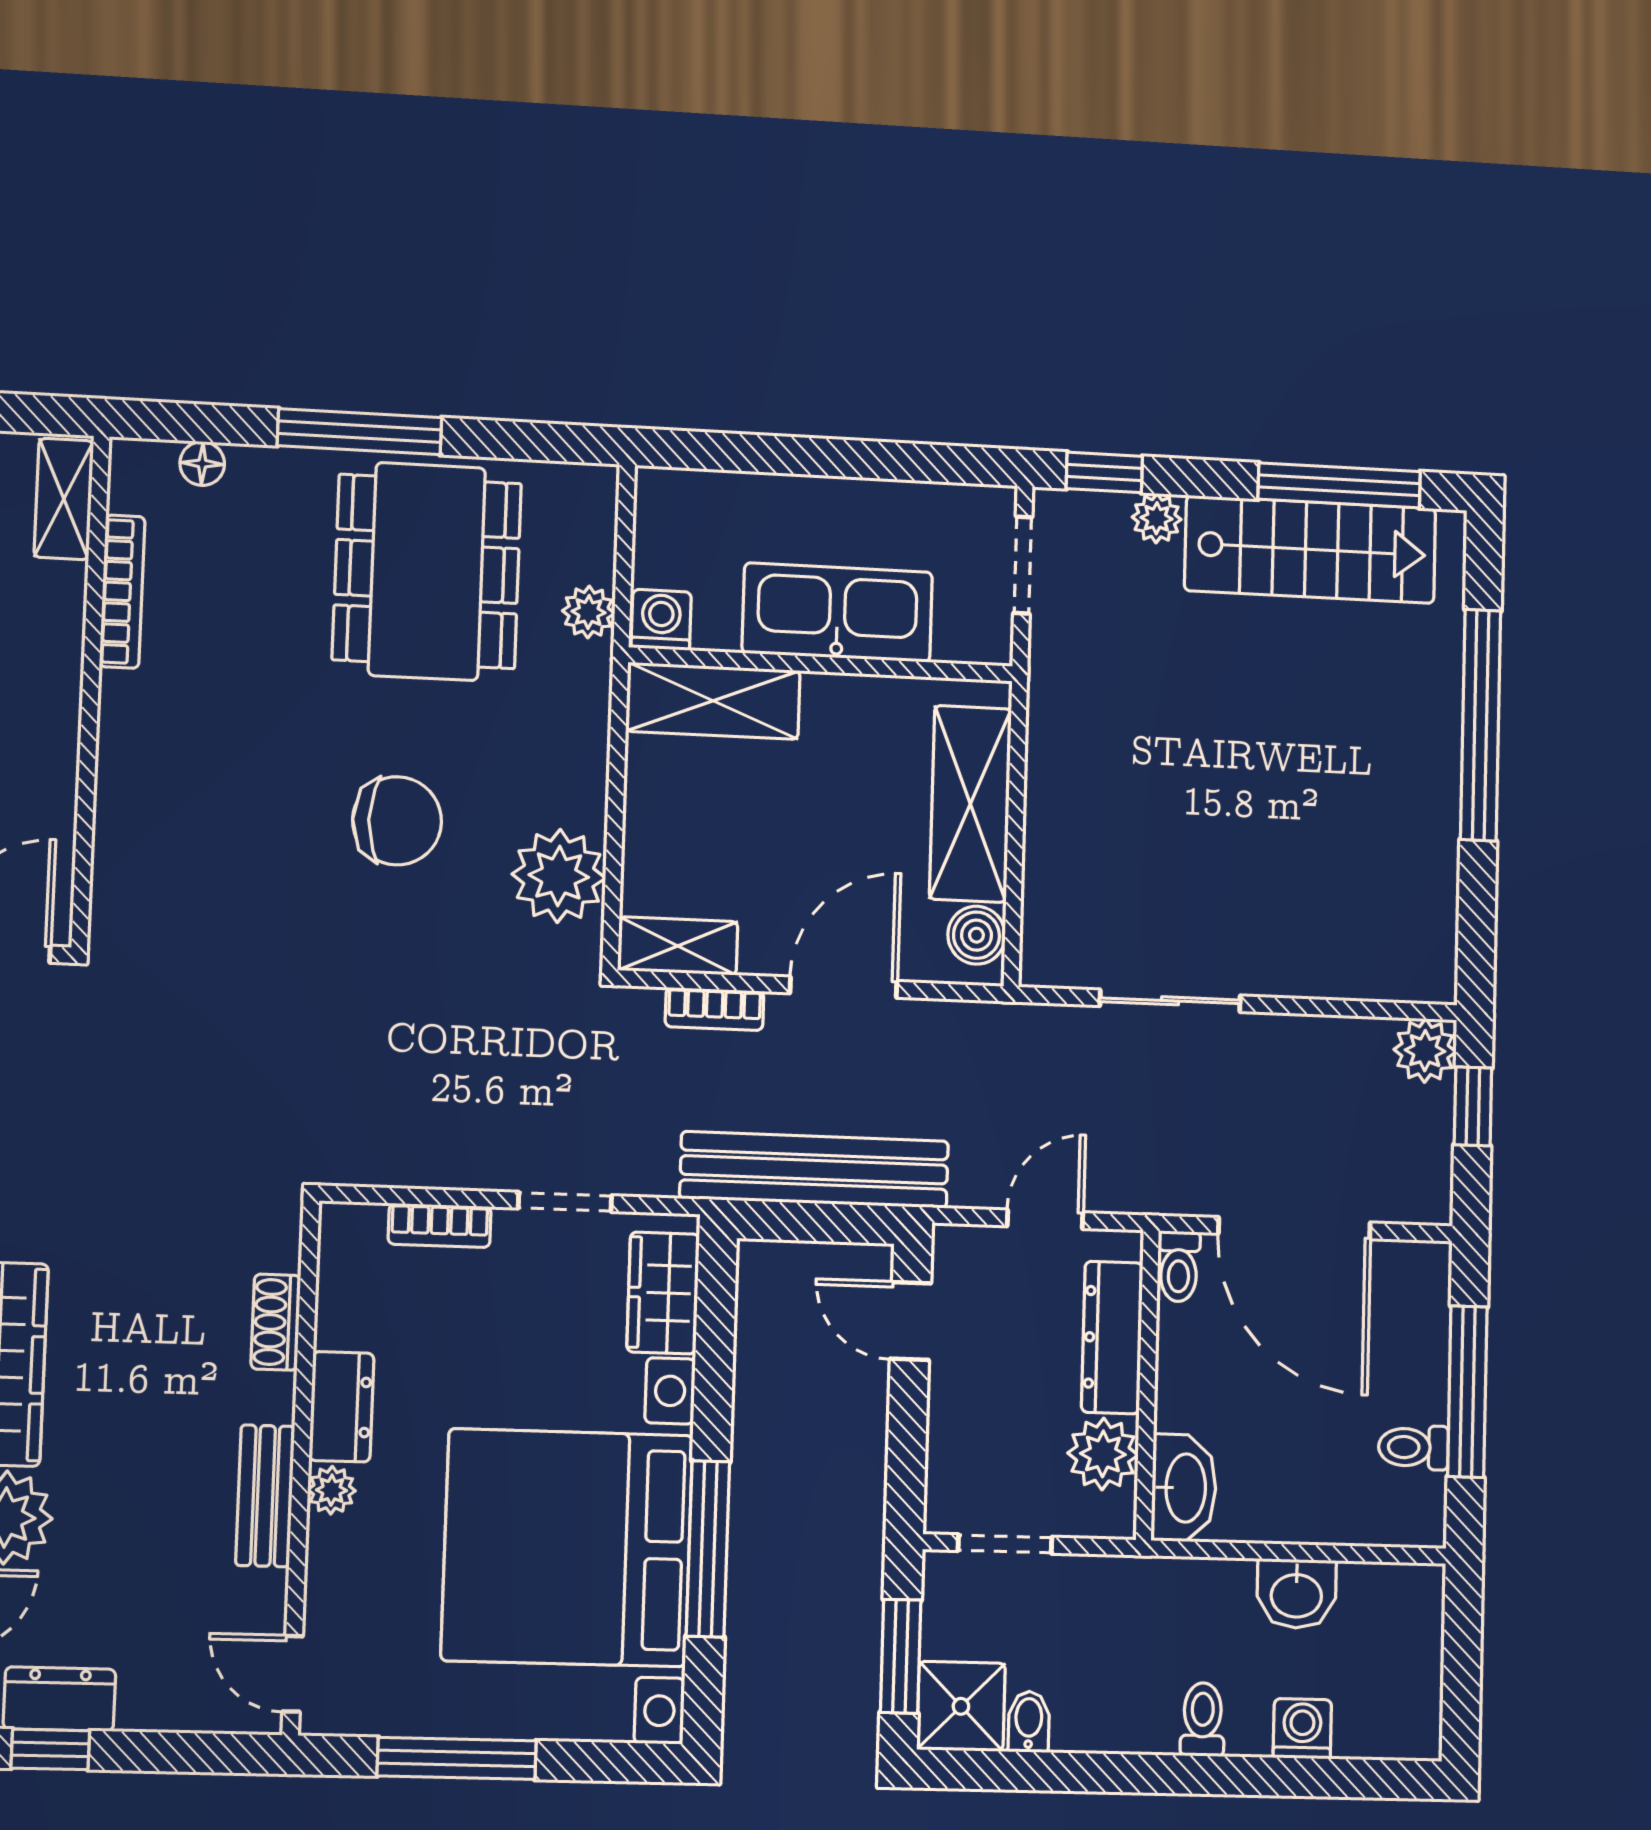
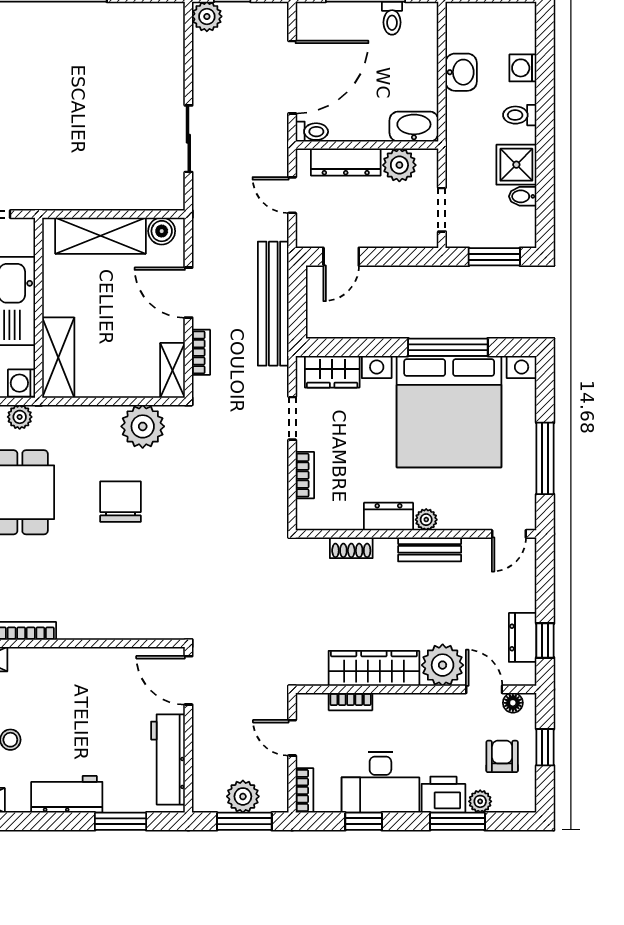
shower: (961, 1706) -> (516, 165), moved

